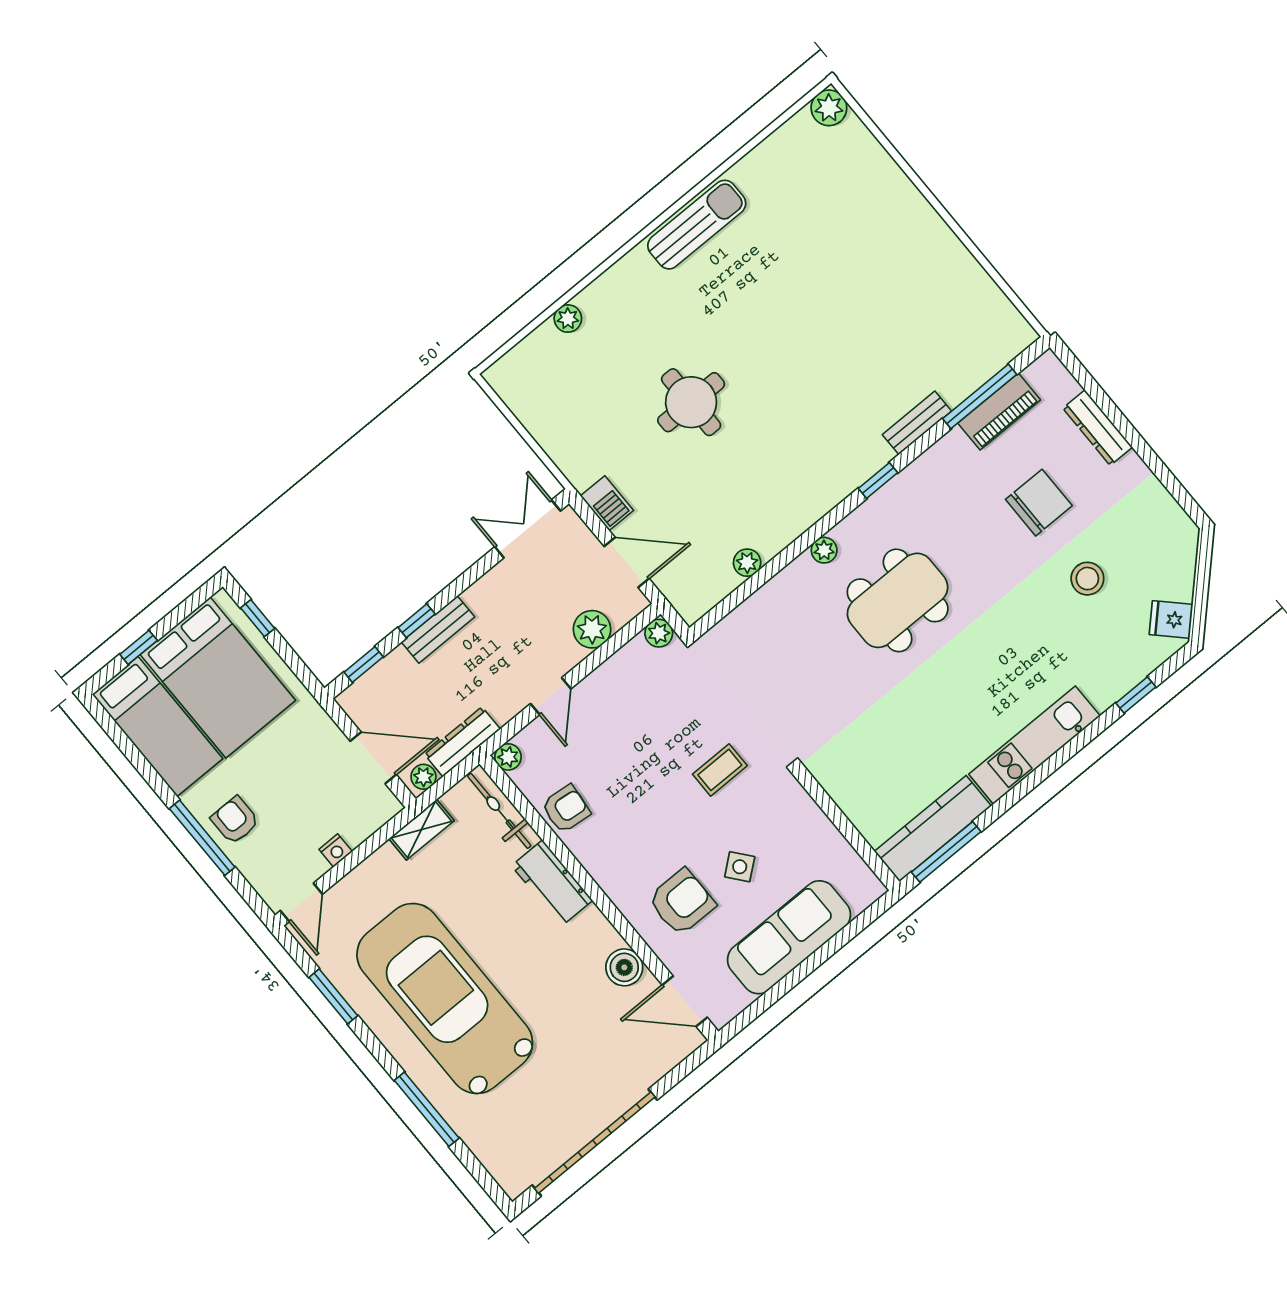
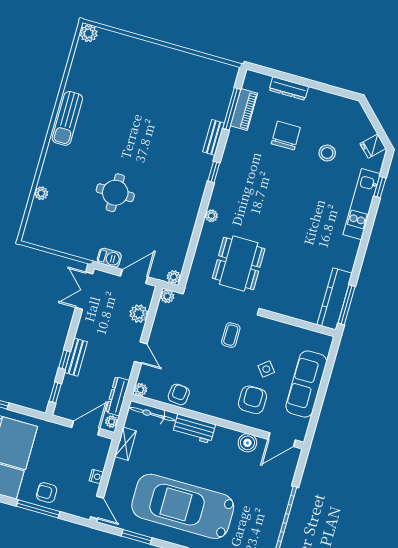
sun lounger: (697, 225) -> (67, 118), turned 180
plant: (747, 563) -> (174, 277), moved
dining table: (898, 600) -> (239, 263), moved
kitchen unit: (1034, 745) -> (362, 204), moved

